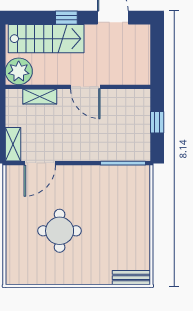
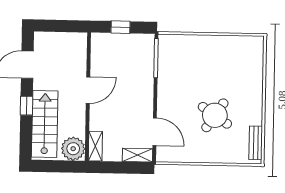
shelving: (40, 96) -> (95, 146), moved
round table: (60, 231) -> (215, 115), turned 34
bench: (131, 278) -> (256, 143), moved

